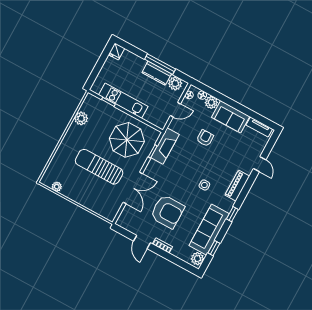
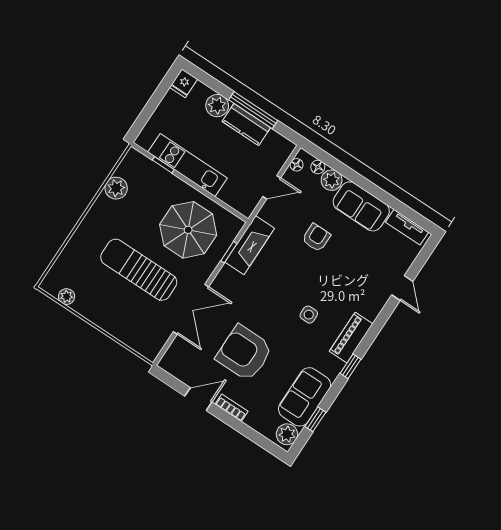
plant: (175, 83) -> (217, 106), moved
piano: (237, 186) -> (351, 338), moved
armchair: (167, 212) -> (244, 353), turned 180
sofa: (209, 230) -> (305, 397), width x0.73
door: (142, 242) -> (198, 399), swing flipped

